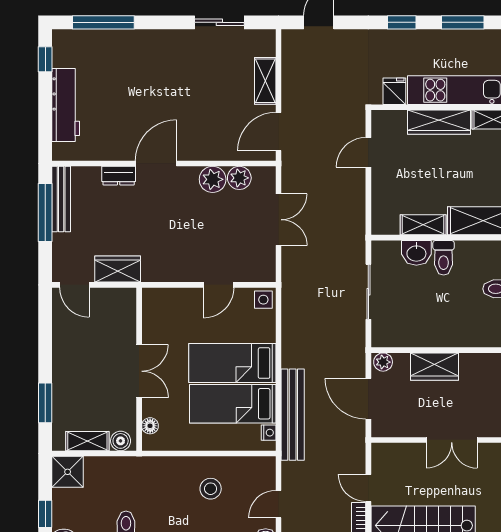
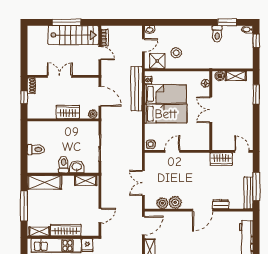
shelving: (423, 225) -> (86, 180), moved
shower: (68, 472) -> (157, 61), moved

